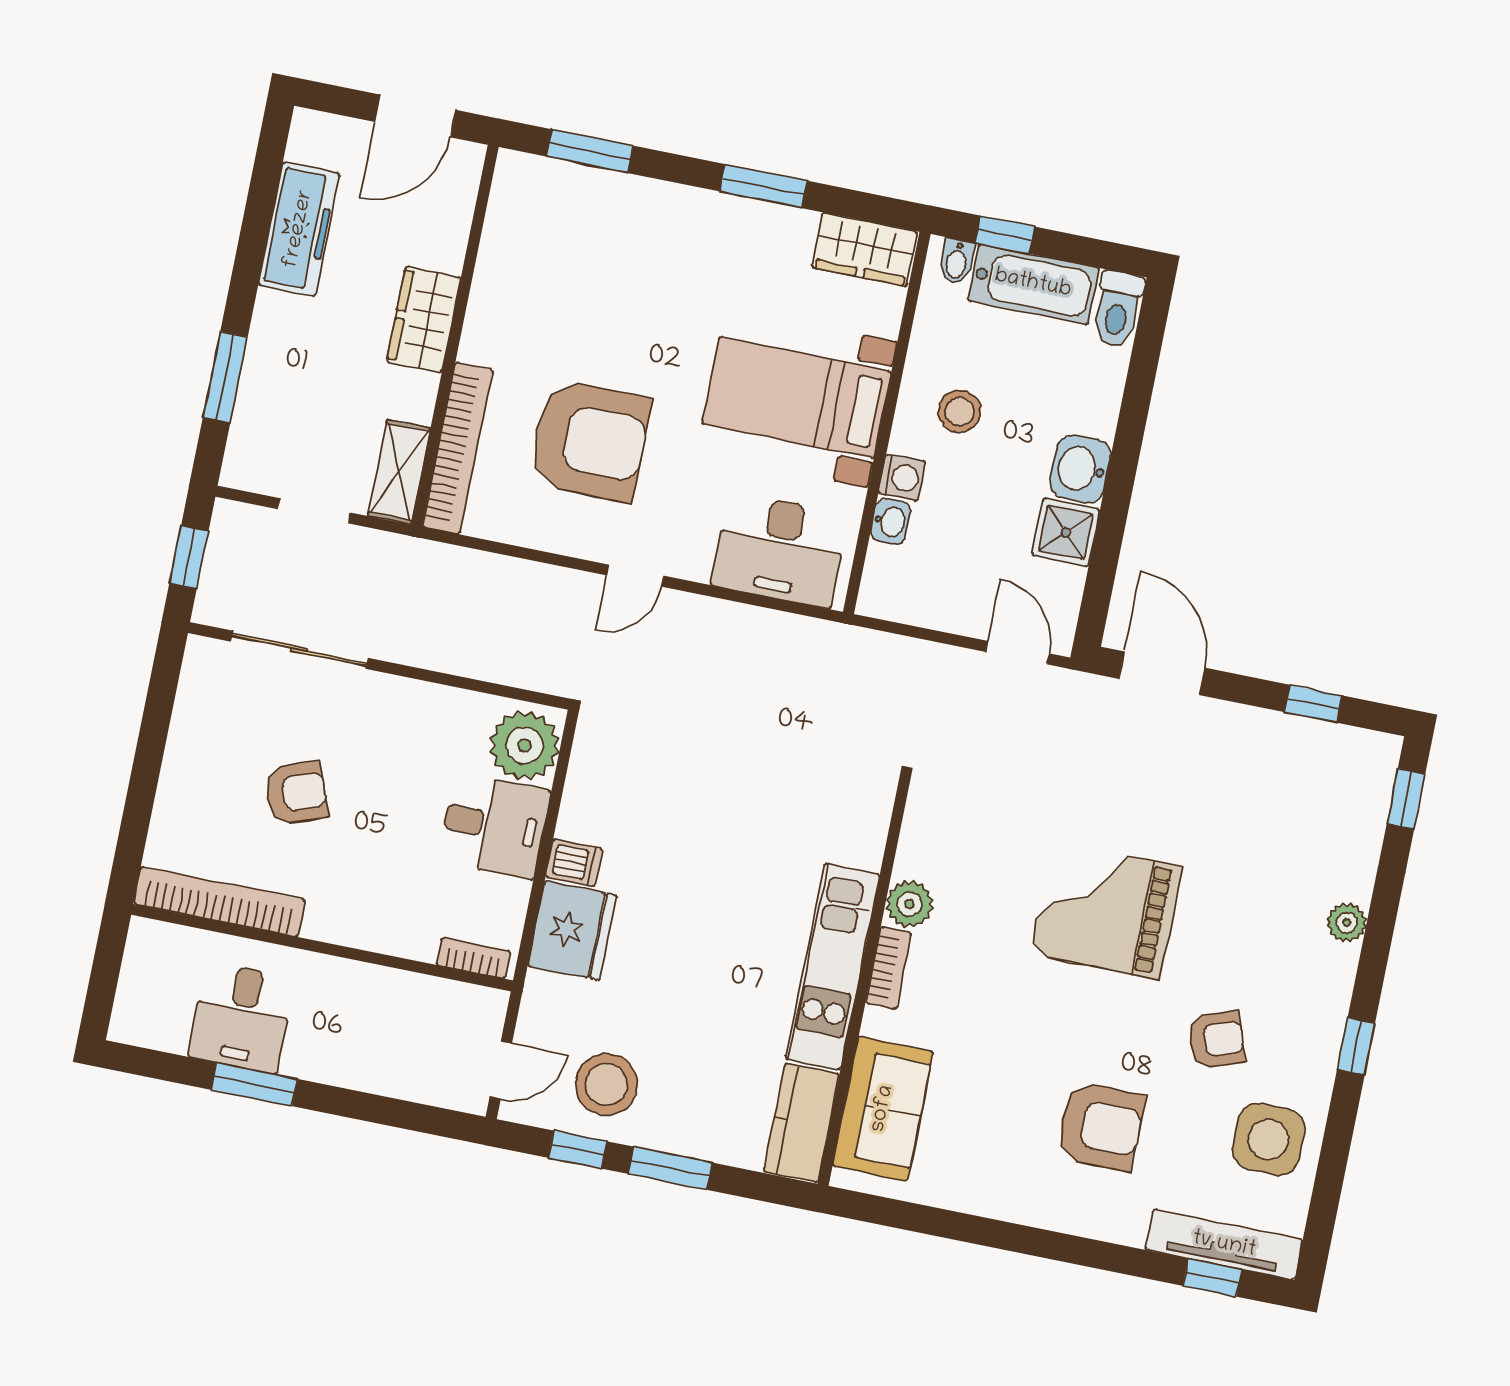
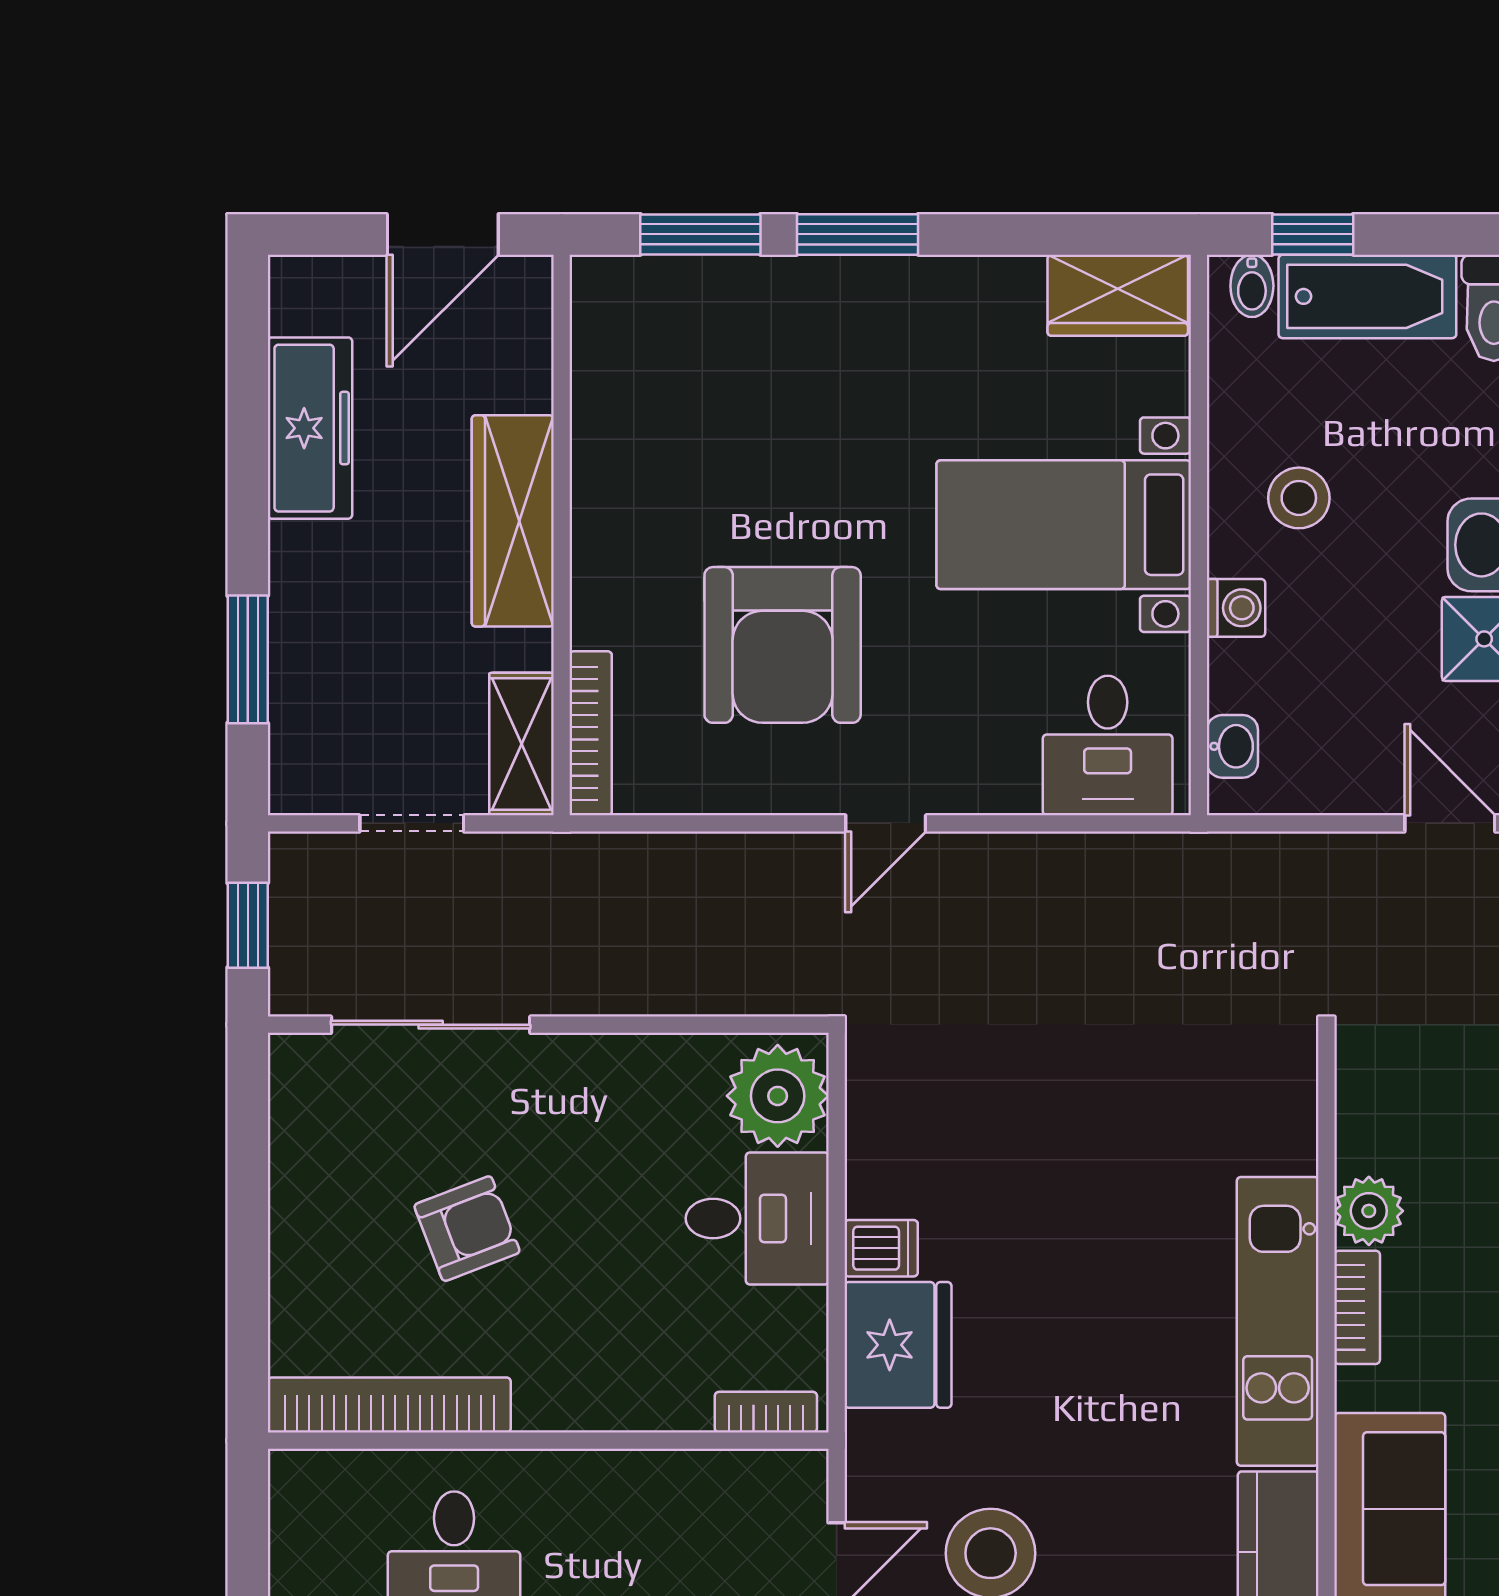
window: (763, 186) -> (857, 234), moved
wardrobe: (424, 320) -> (513, 521), width x1.50
armchair: (590, 441) -> (783, 645), turned 90
bookcase: (457, 448) -> (591, 733), width x0.68, depth x0.76
washbasin: (890, 521) -> (1232, 746), moved
desk: (780, 550) -> (1108, 746), width x0.73

